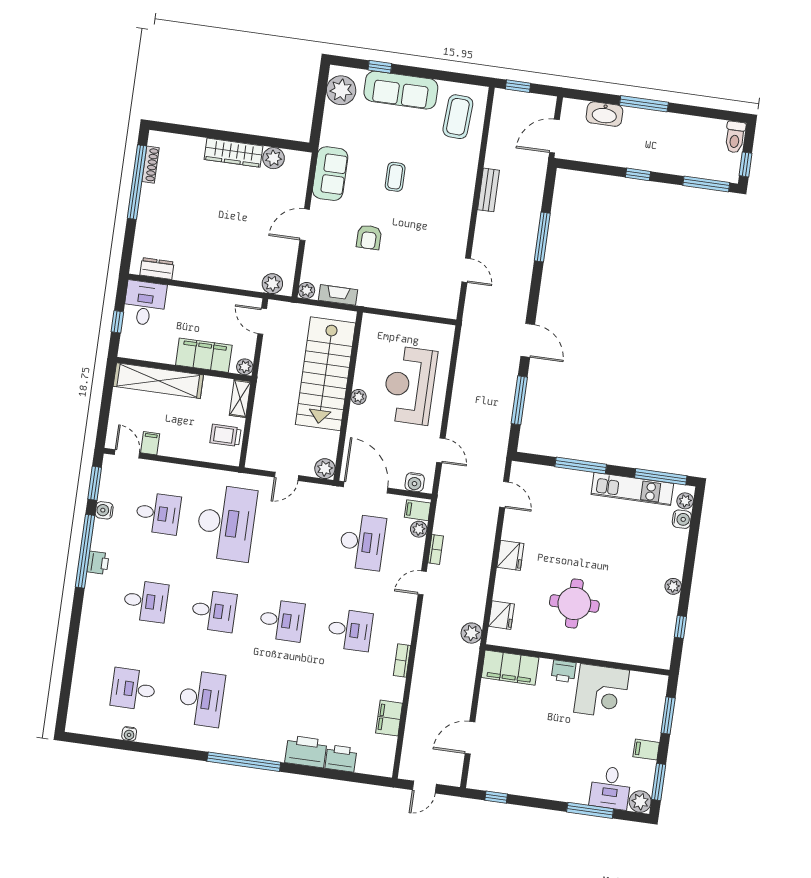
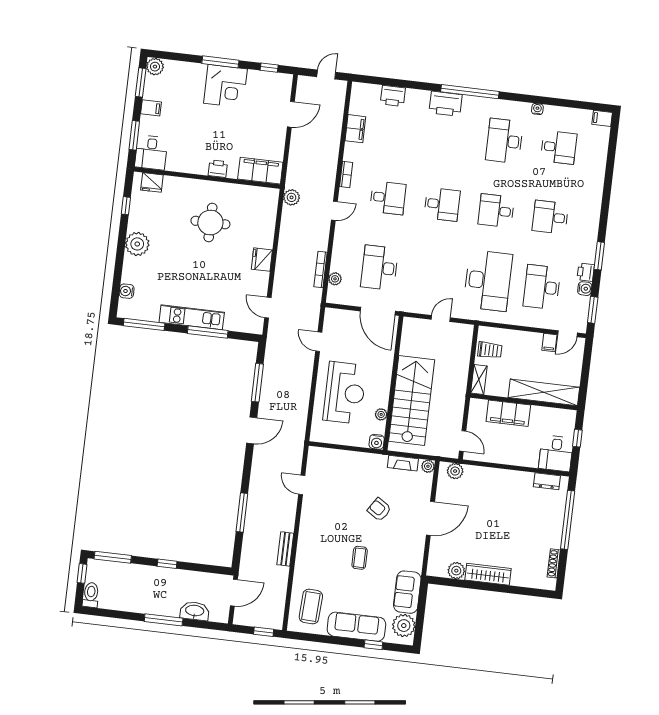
sofa: (330, 174) -> (407, 592), moved
window: (137, 182) -> (568, 520), moved
door: (305, 225) -> (430, 518), width x1.36
armchair: (369, 237) -> (379, 510), turned -57
door: (528, 340) -> (252, 430), swing flipped
plant: (245, 367) -> (476, 405), removed
plant: (359, 397) -> (381, 414), moved
door: (127, 454) -> (567, 334), hinge flipped
plant: (325, 469) -> (410, 325), removed
water cooler: (415, 482) -> (377, 442), moved, turned 180
kitchen unit: (632, 489) -> (192, 317), moved
plant: (685, 501) -> (124, 306), removed
filing cabinet: (417, 510) -> (602, 118), moved, turned 180
desk: (158, 513) -> (542, 287), width x1.37
desk: (226, 523) -> (488, 281), turned 180
bookcase: (436, 549) -> (320, 269), width x1.56
window: (85, 551) -> (599, 256), width x0.47
printer: (98, 563) -> (586, 272), moved
door: (422, 583) -> (334, 211), moved
plant: (673, 586) -> (137, 244), width x1.87, depth x1.87
fridge: (501, 615) -> (152, 182), moved, turned -90
desk: (282, 620) -> (442, 204), turned 180
desk: (350, 630) -> (388, 198), turned 180
corner desk: (602, 691) -> (225, 86), moved, turned 180
water cooler: (129, 734) -> (537, 109), moved
printer: (306, 751) -> (446, 104), moved
desk: (610, 788) -> (151, 153), moved, turned 180
window: (590, 810) -> (220, 62), moved

